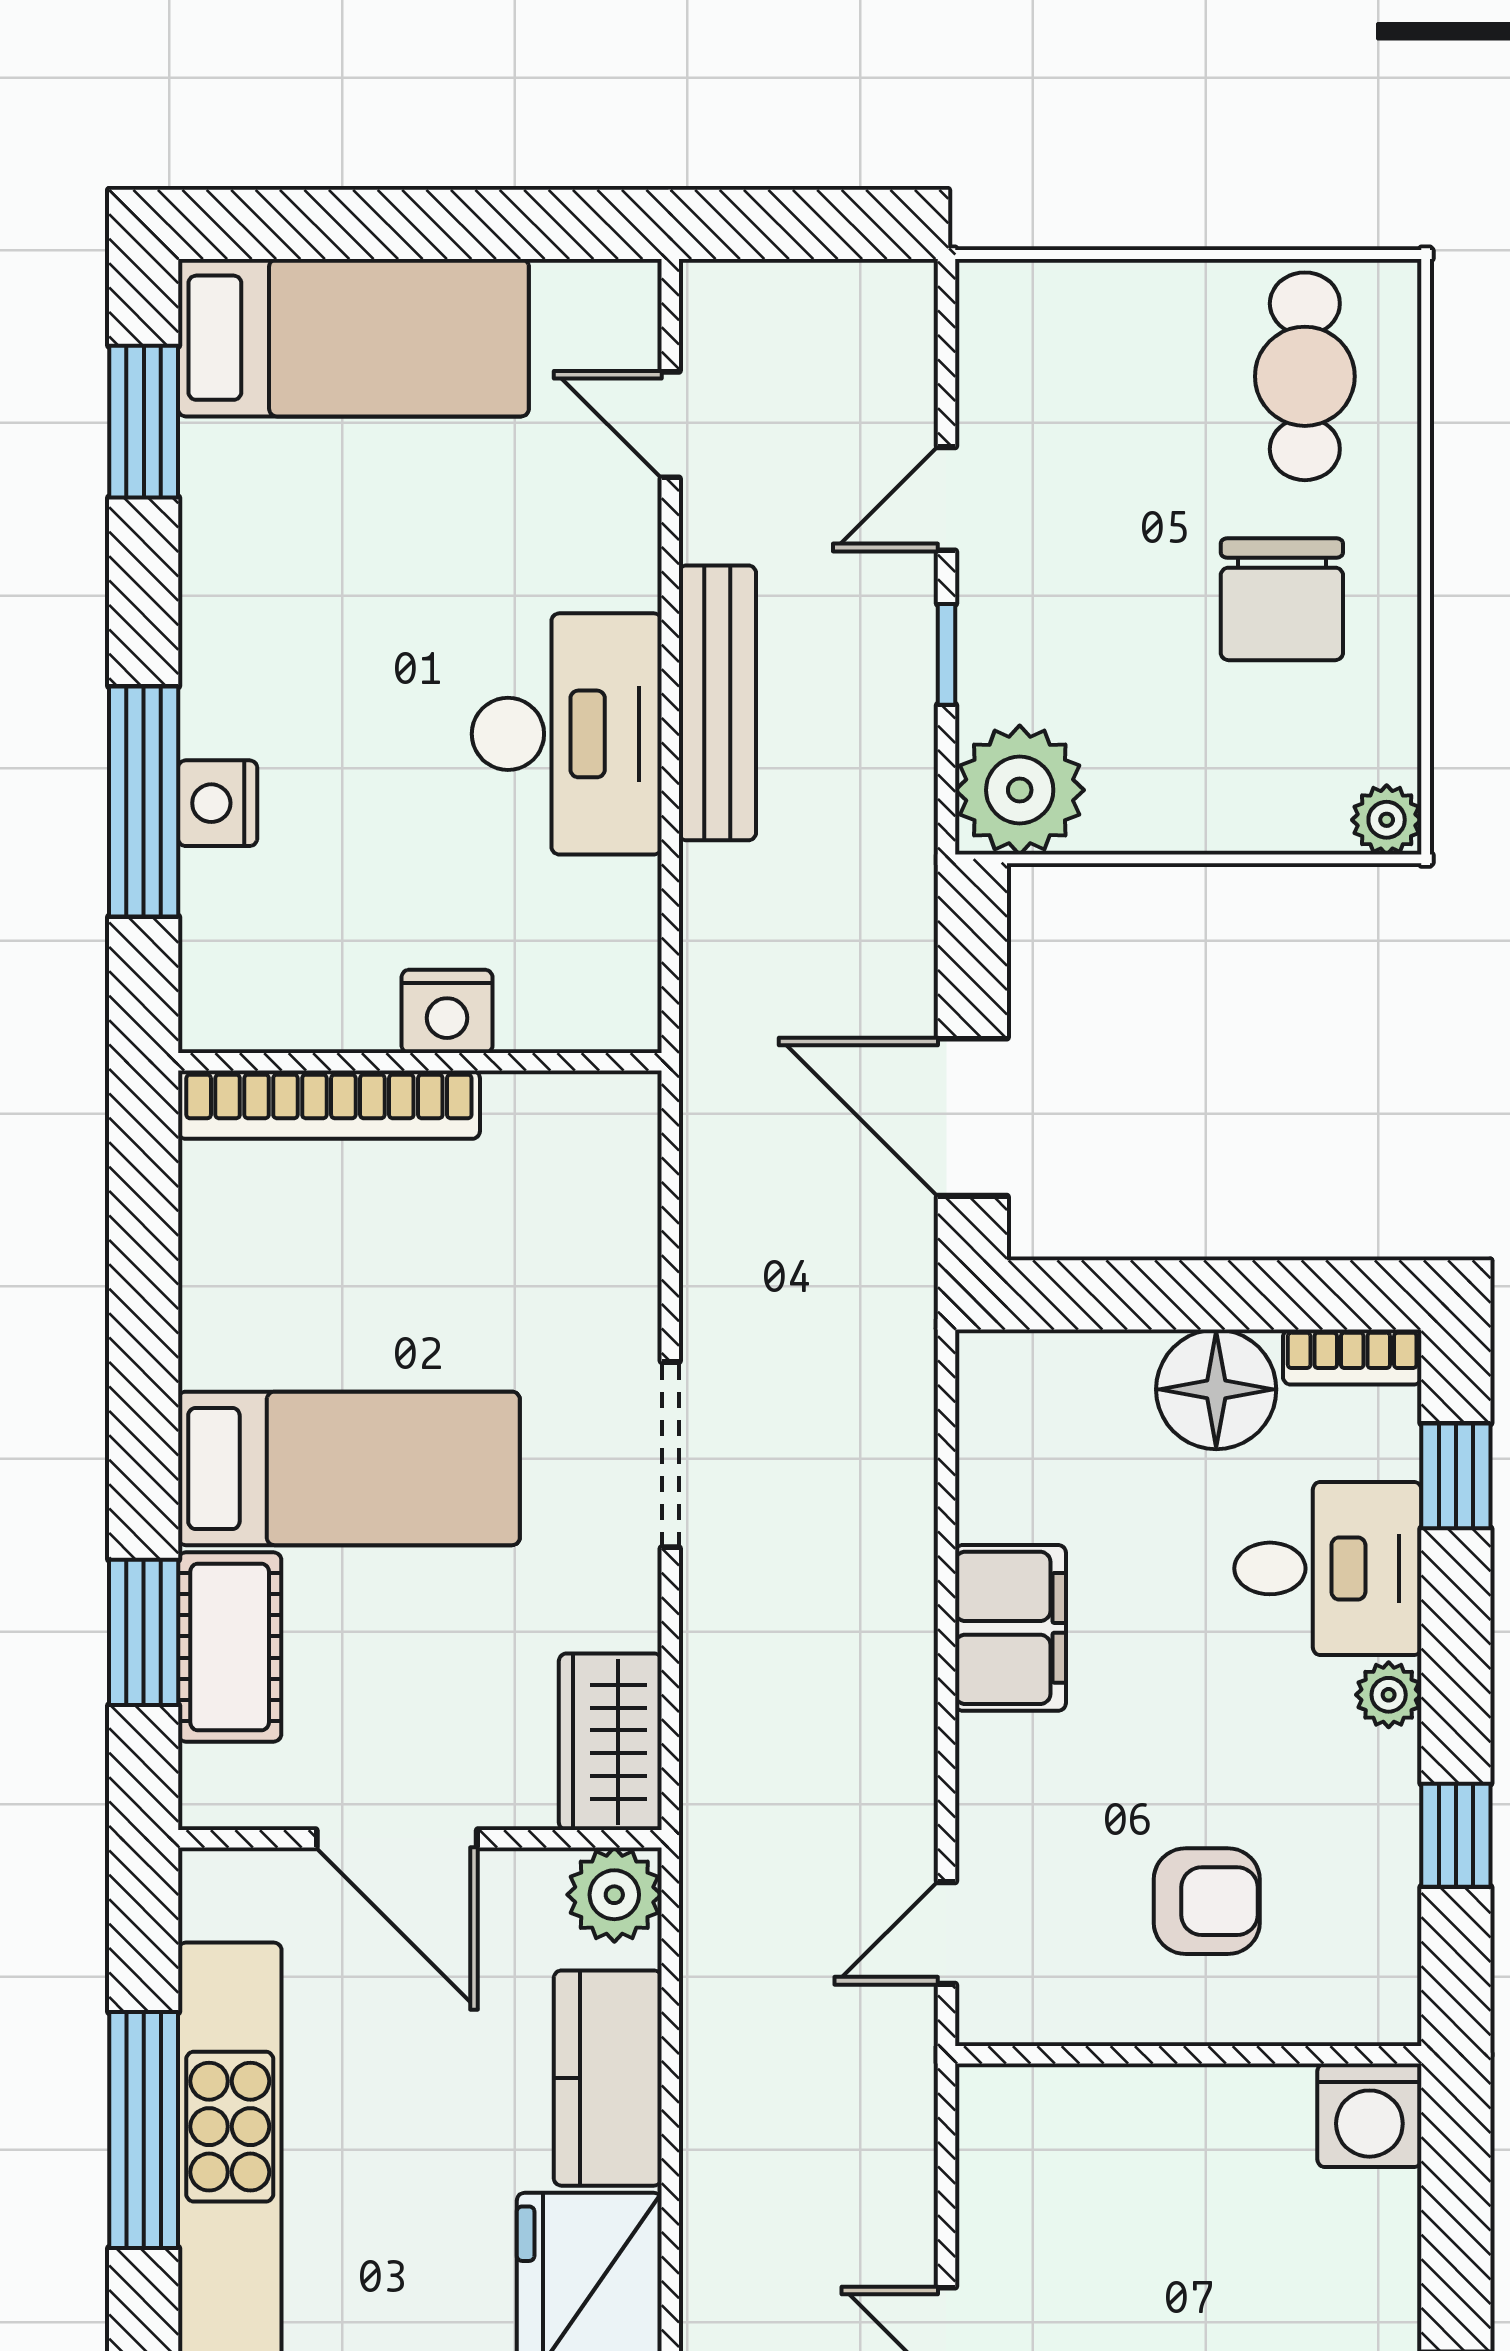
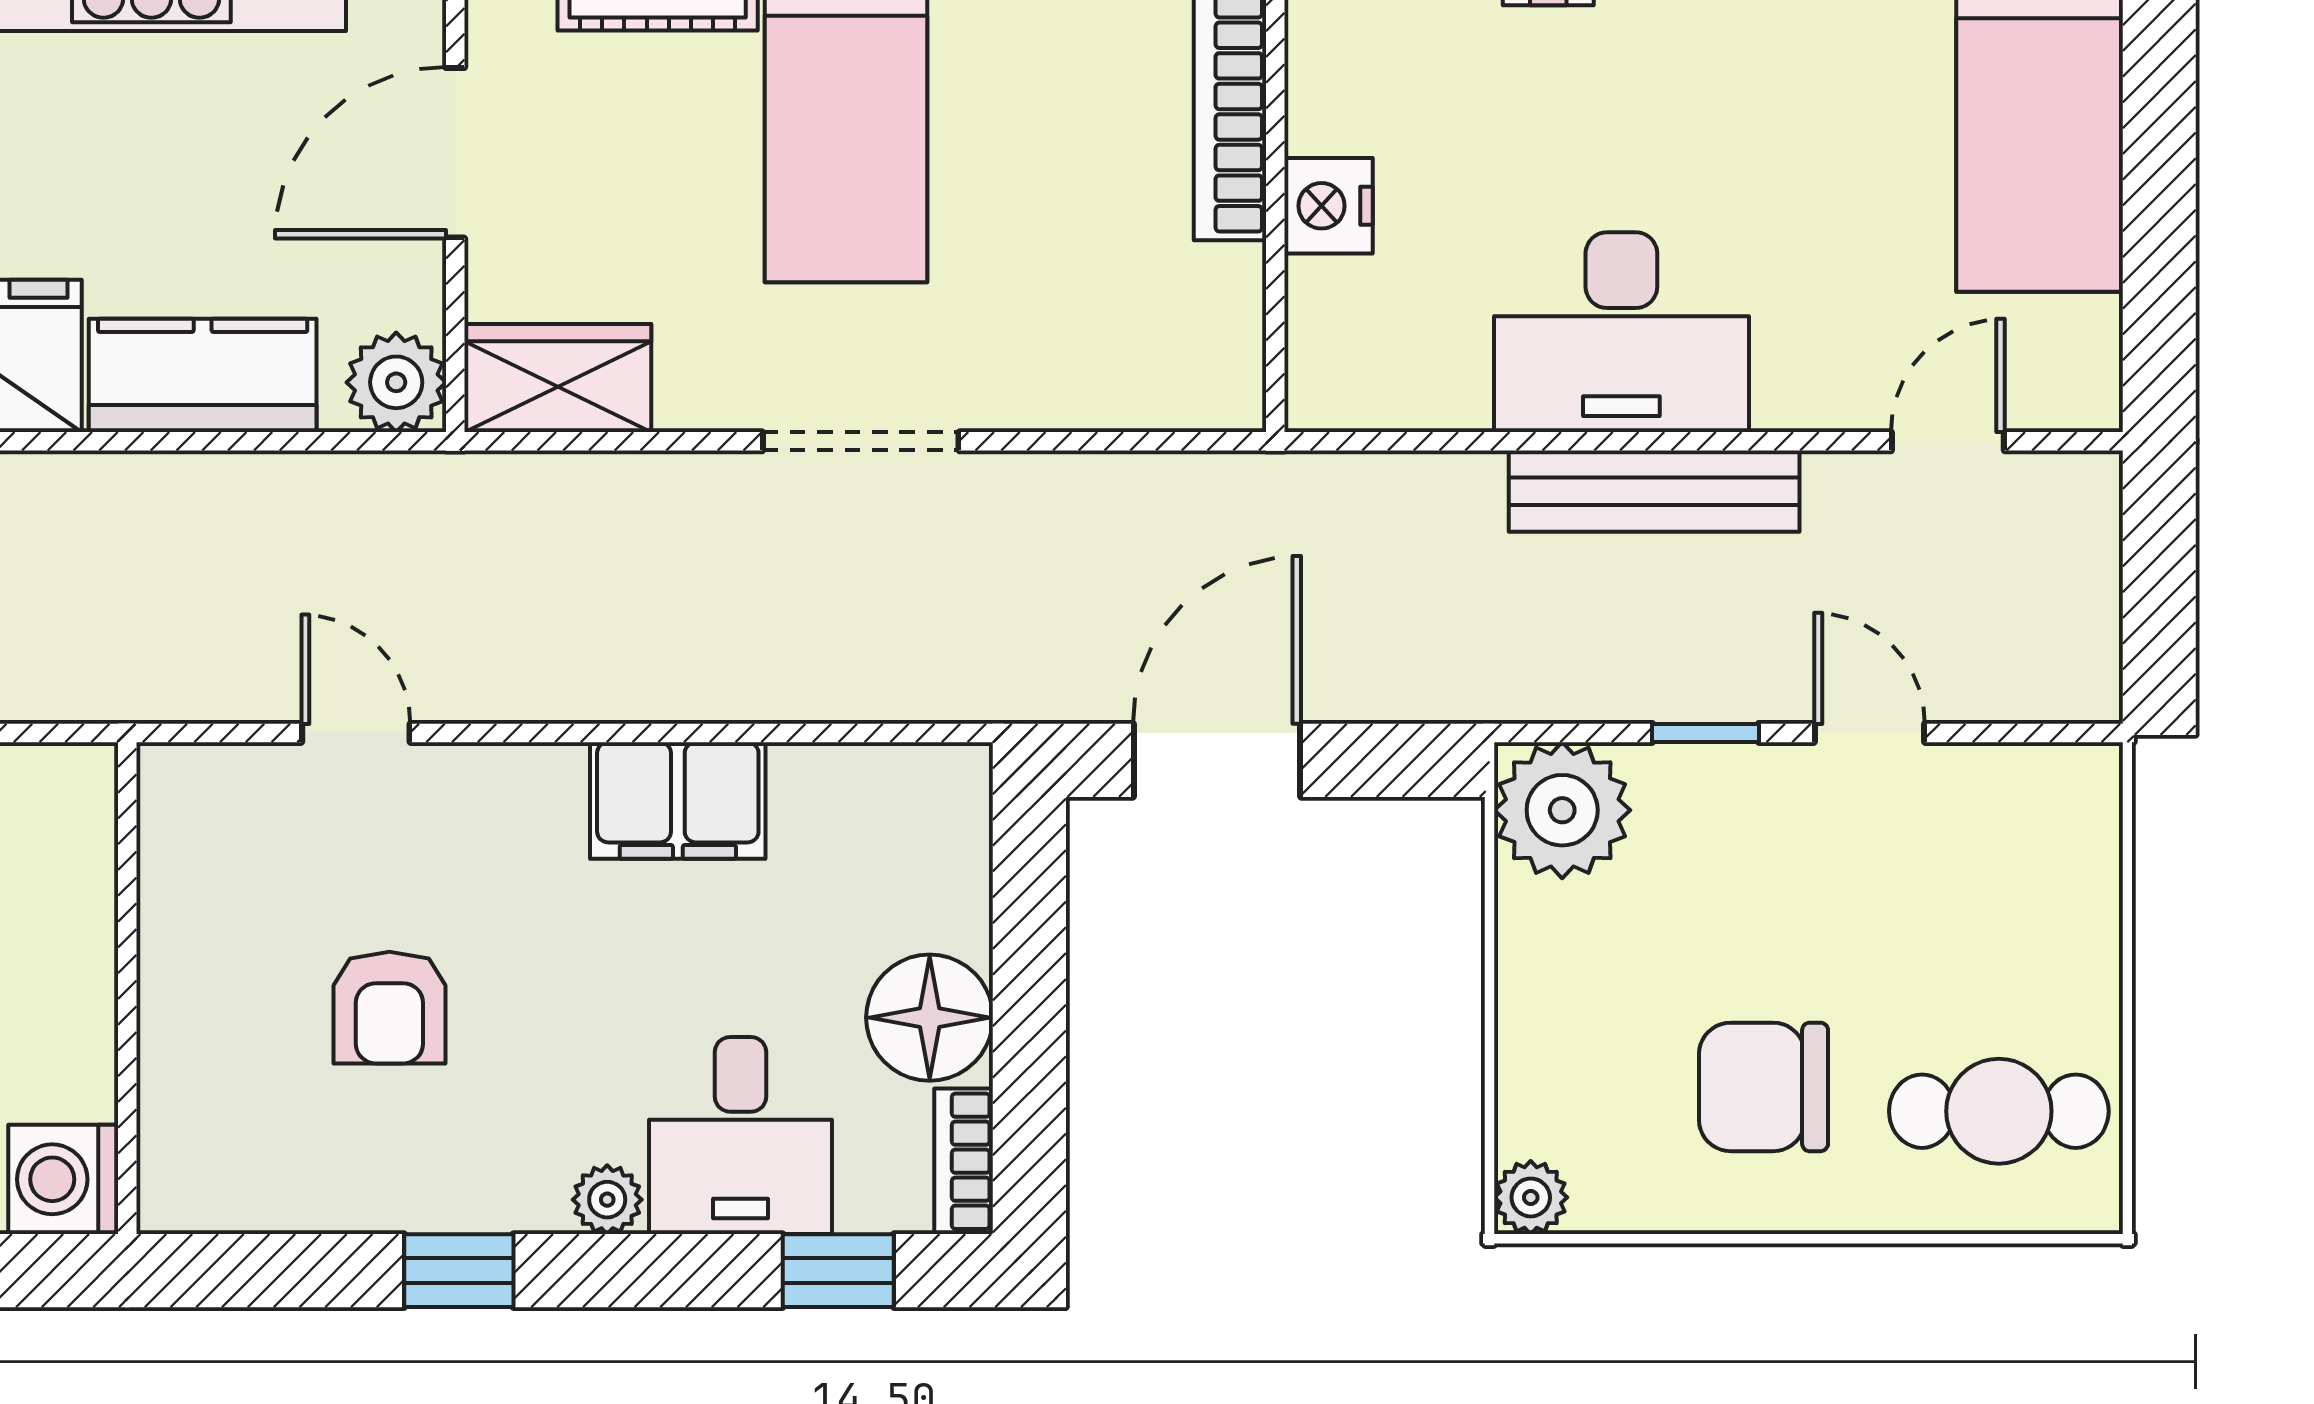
wall: (1188, 2055) -> (127, 988), moved
washing machine: (1369, 2115) -> (63, 1179), moved

